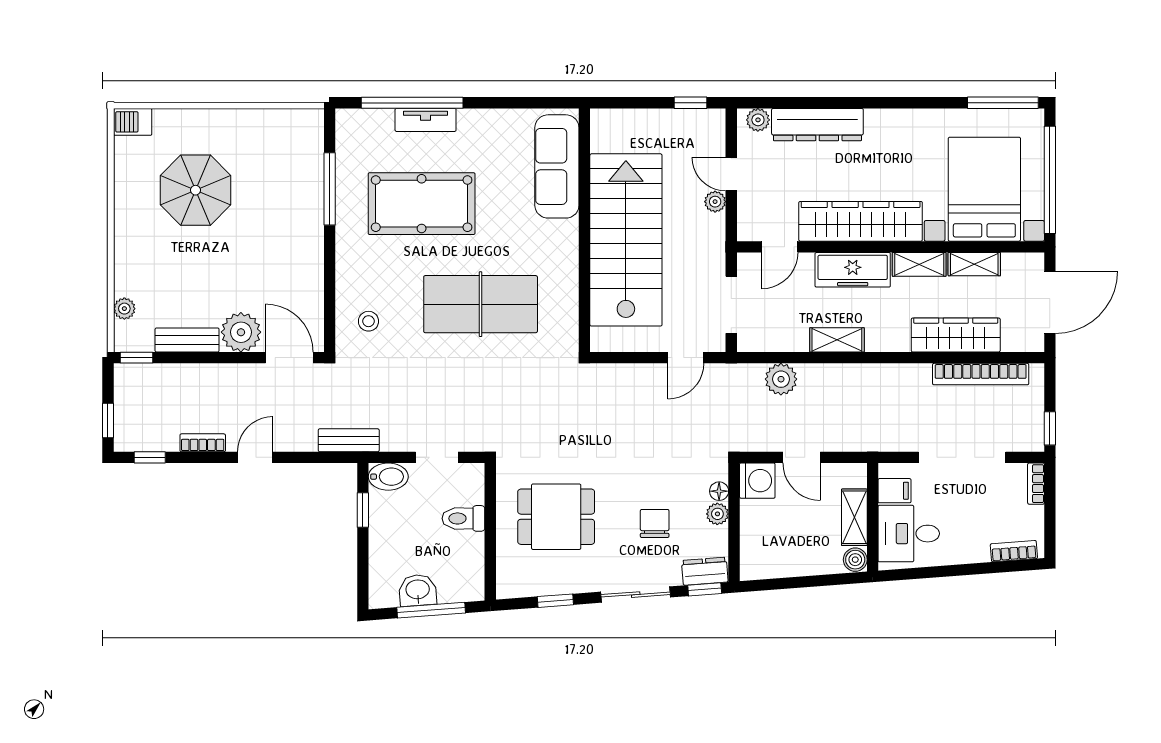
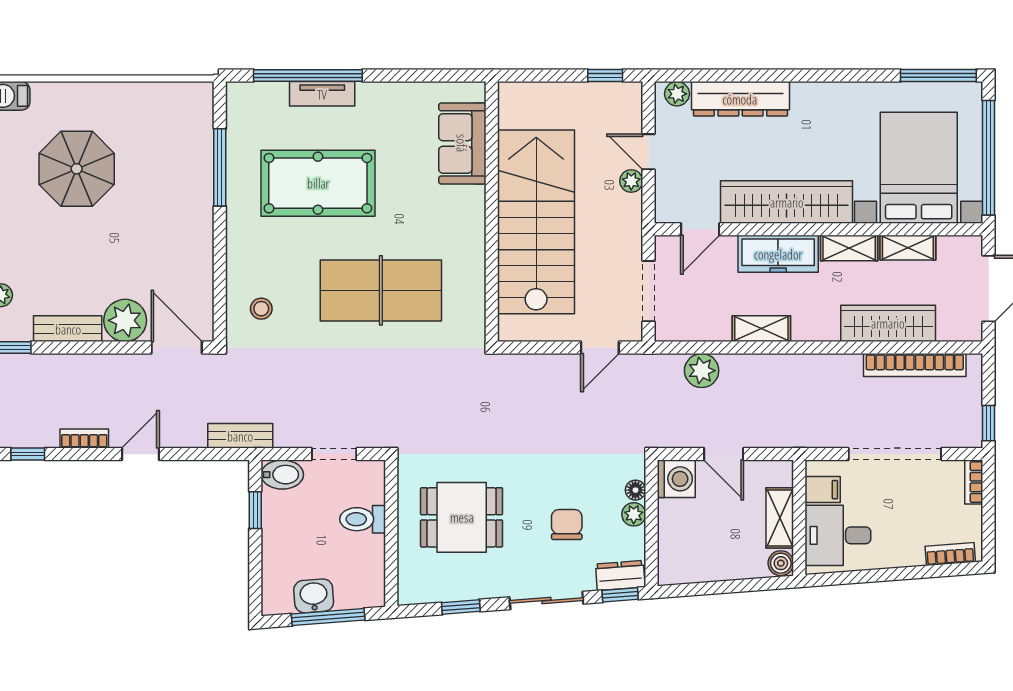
sofa: (557, 166) -> (462, 143), width x0.73

